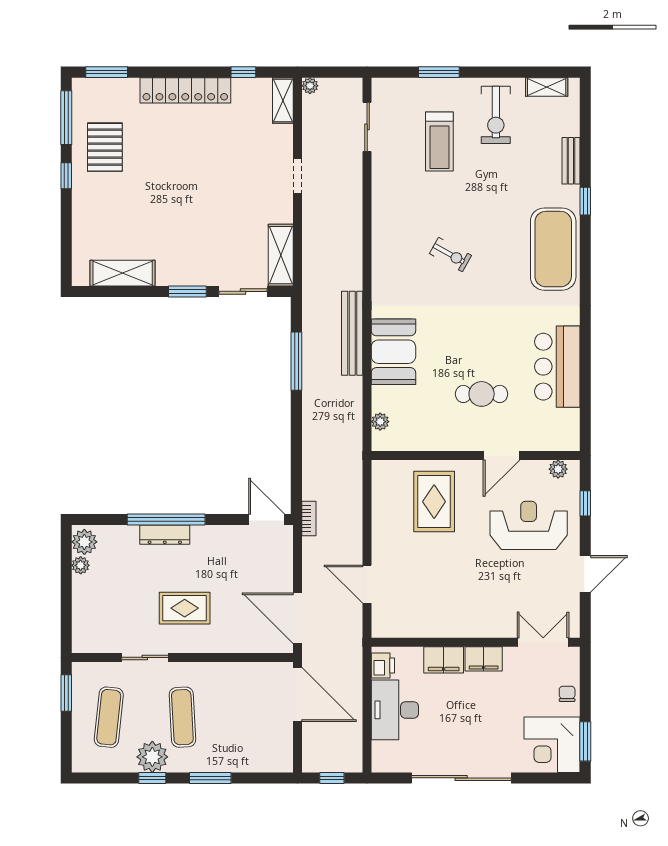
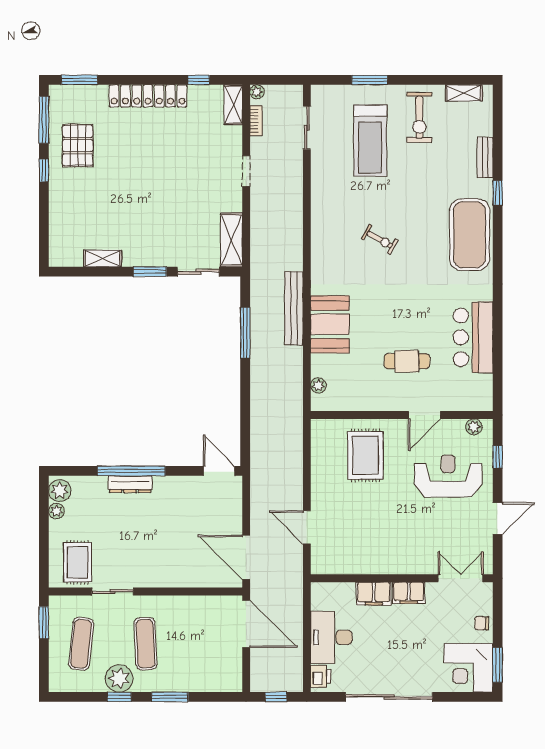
treadmill: (439, 141) -> (370, 141), width x1.37, depth x1.38
shelving: (123, 273) -> (103, 258), width x0.67, depth x0.75
bookcase: (309, 519) -> (256, 121), moved
rug: (185, 608) -> (78, 562), moved, turned 90
printer: (383, 666) -> (321, 676), moved
chair: (567, 694) -> (482, 623), turned -90

